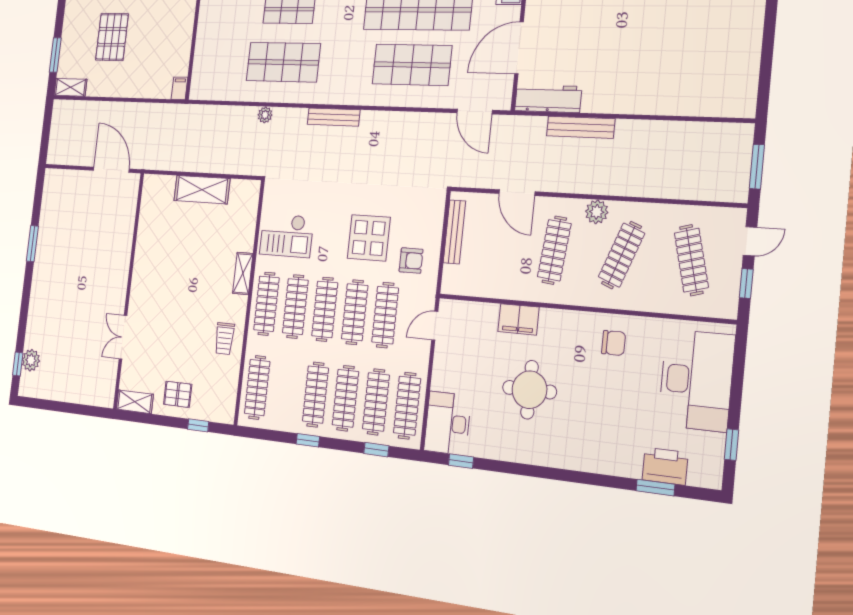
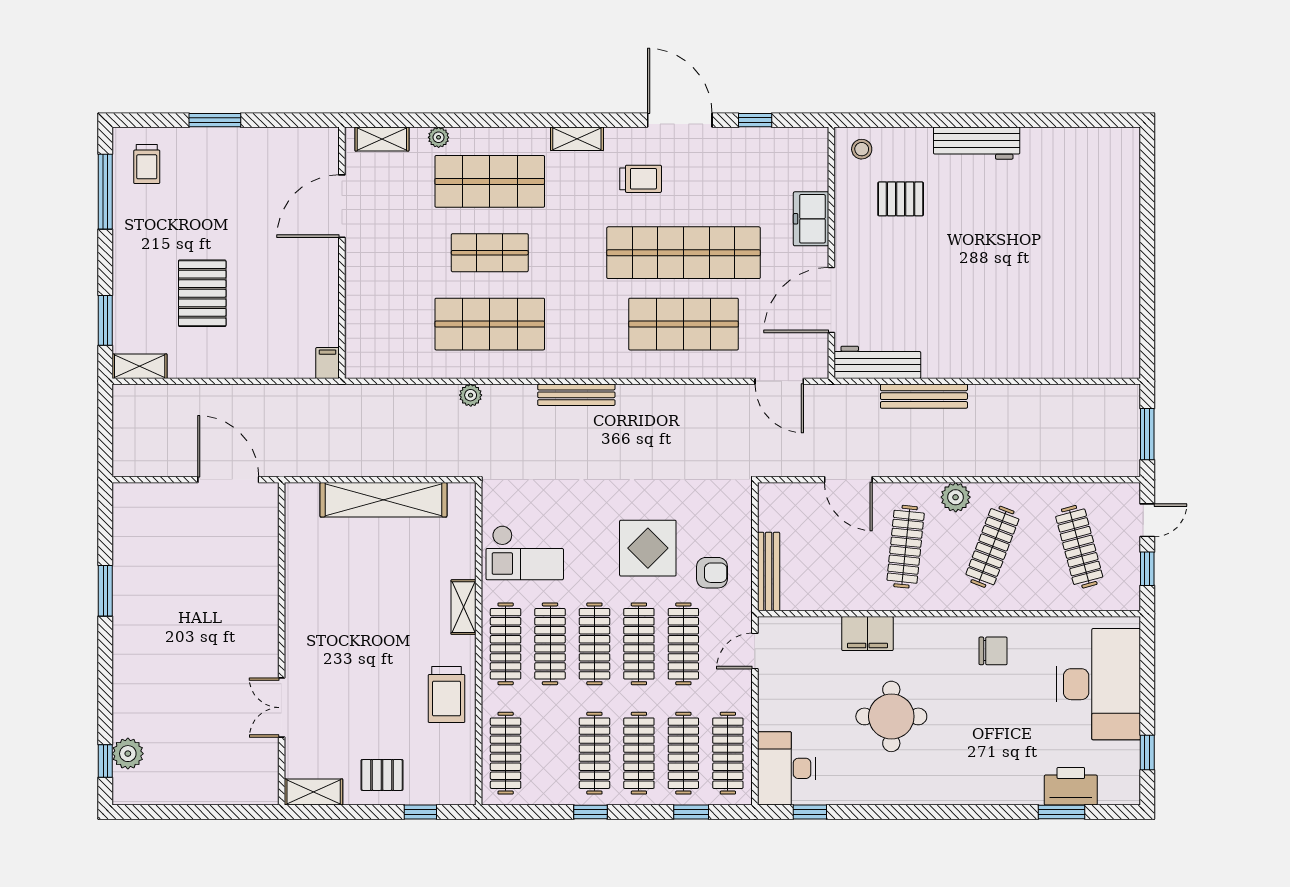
shelving: (202, 190) -> (383, 500), width x1.47
bench: (454, 232) -> (769, 572), moved
trolley: (225, 339) -> (446, 695), width x1.36, depth x1.39

